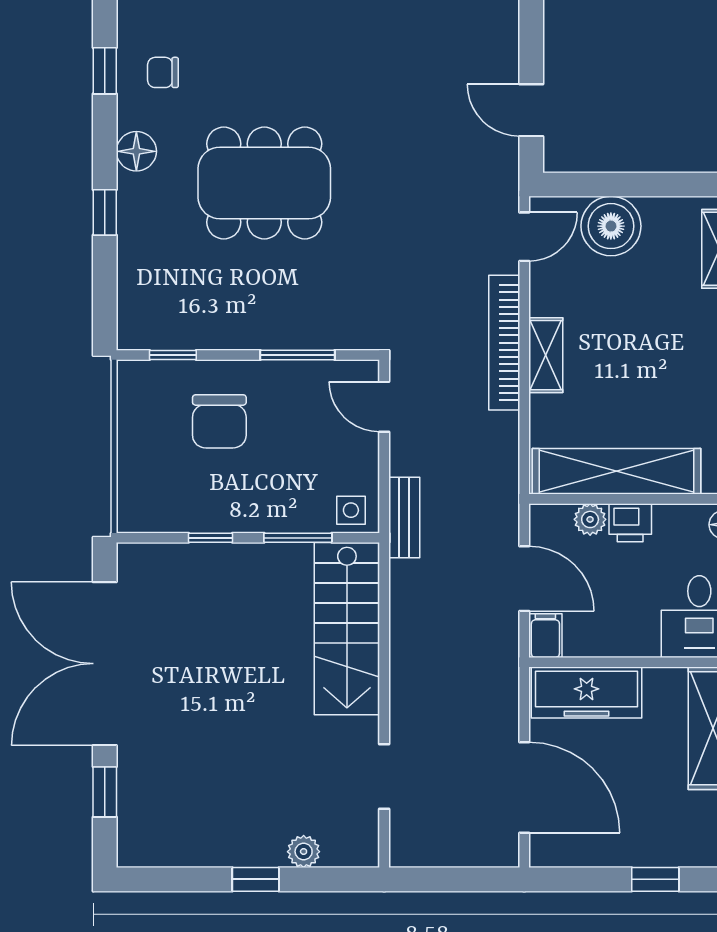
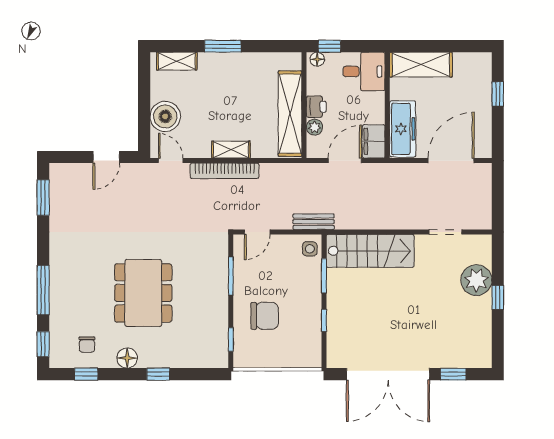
filing cabinet: (545, 636) -> (374, 141), width x2.00
plant: (304, 852) -> (476, 280), width x1.88, depth x1.88

